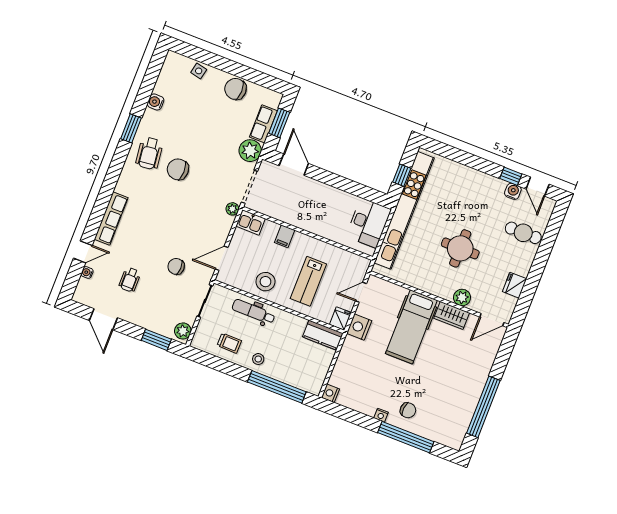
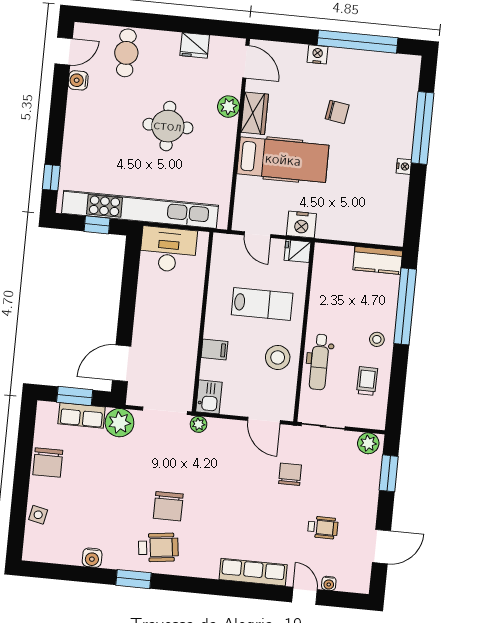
window: (511, 176) -> (51, 178), moved
chair: (176, 266) -> (290, 474), turned 180
kitchen counter: (323, 335) -> (378, 260), moved, turned 90
nightstand: (330, 393) -> (317, 54), moved, turned 180
chair: (408, 410) -> (337, 112), moved, turned 93

